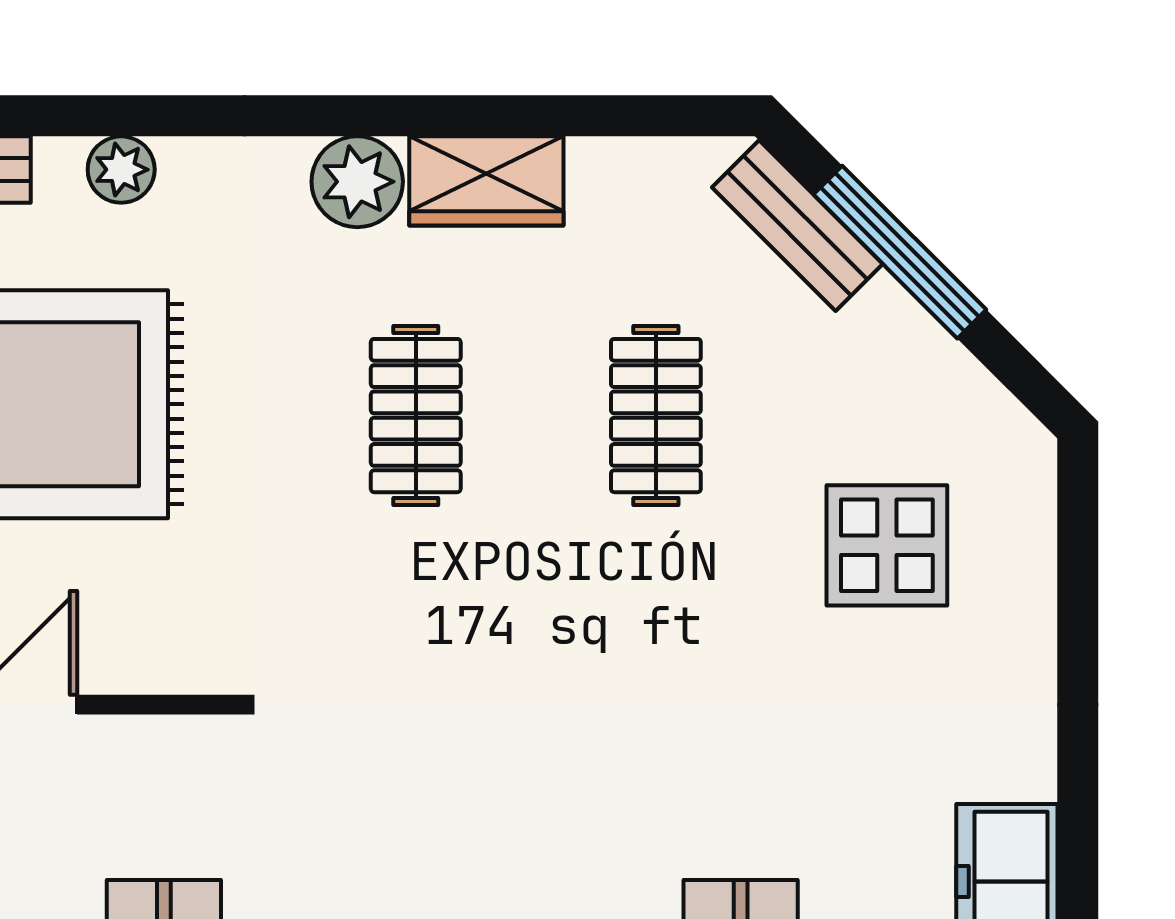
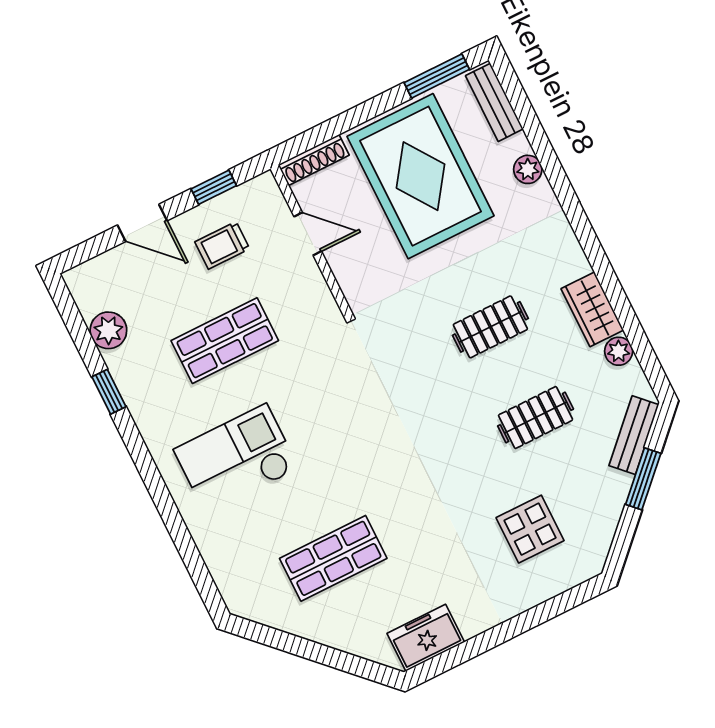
plant: (357, 182) -> (619, 351), moved, width x0.73, depth x0.73
window: (900, 252) -> (643, 479), width x0.69

